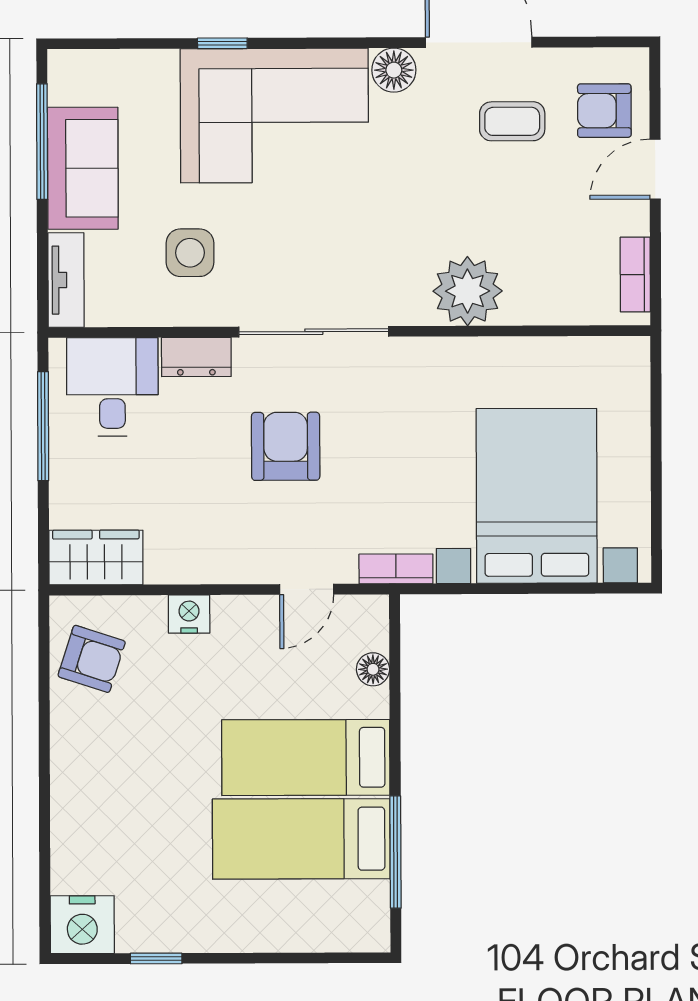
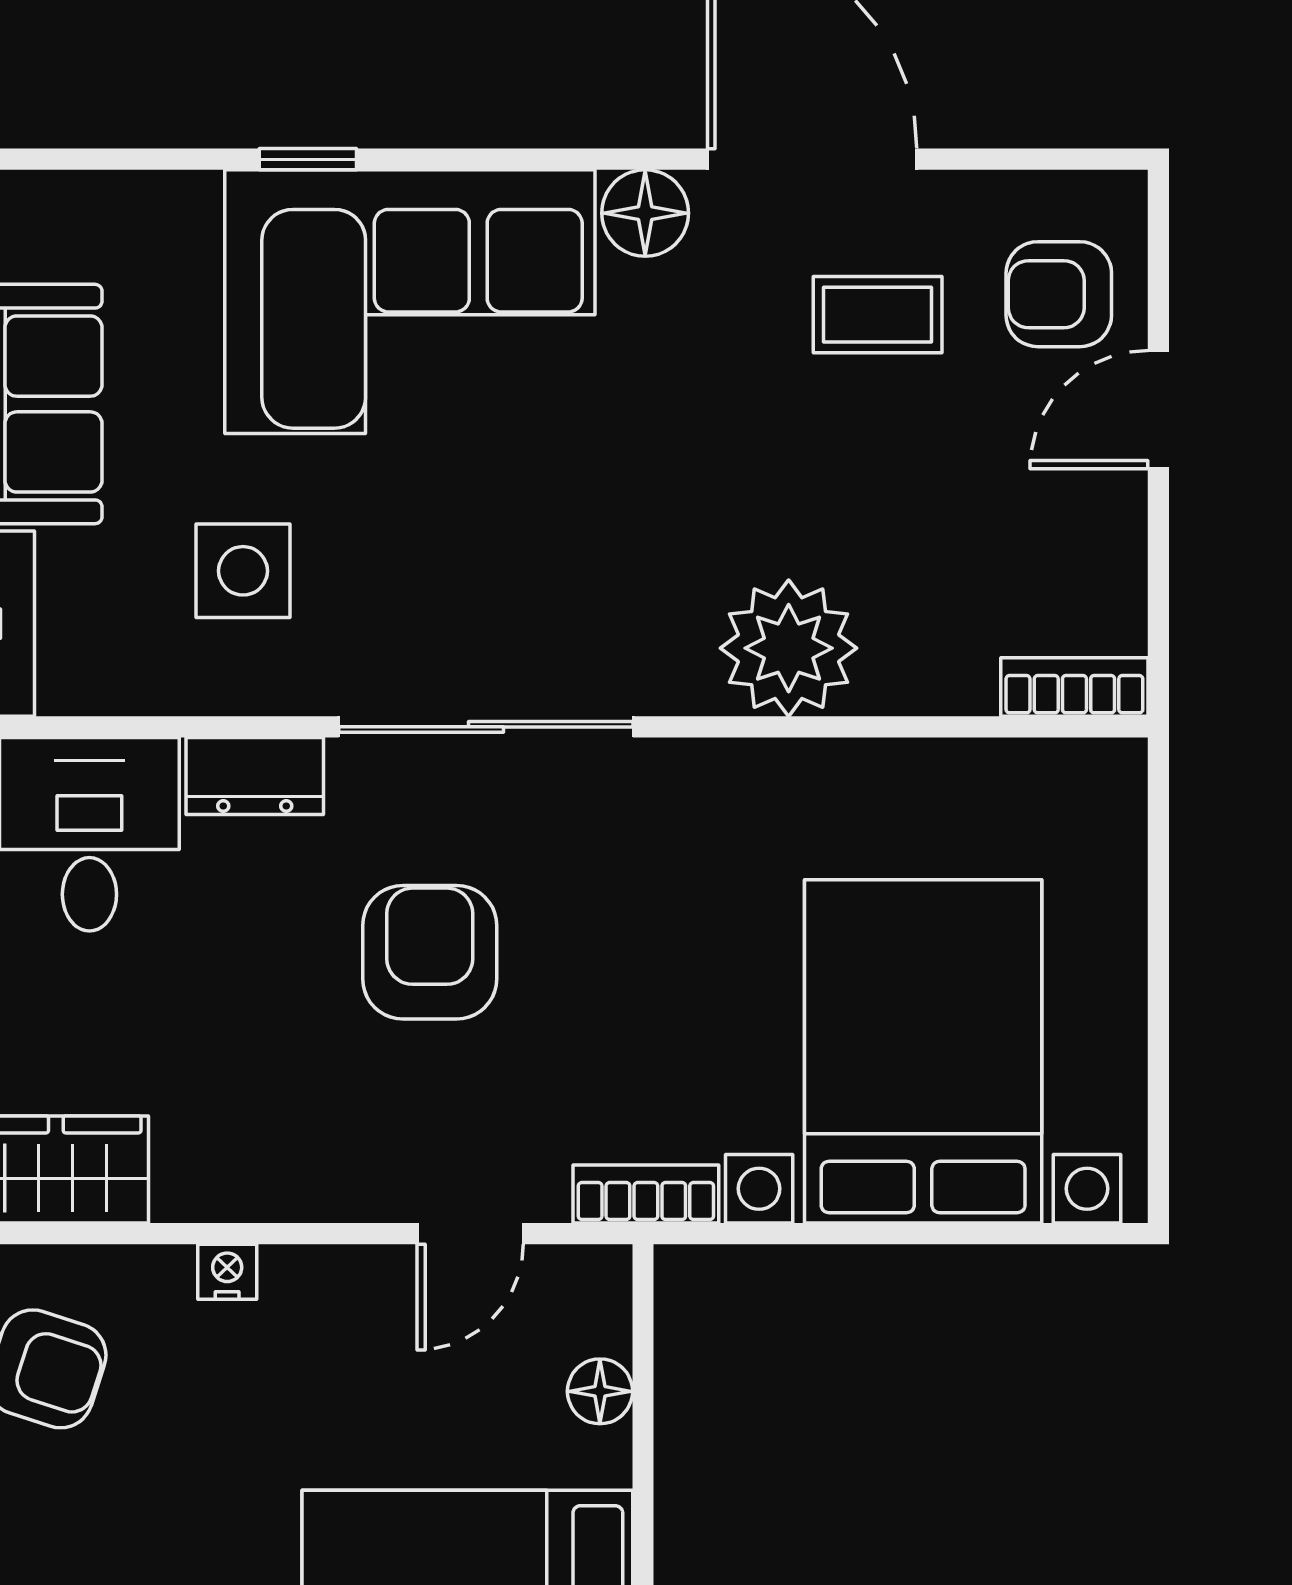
bookcase: (635, 275) -> (1074, 687), moved, turned 90
nightstand: (189, 614) -> (227, 1272), width x0.72, depth x0.74

